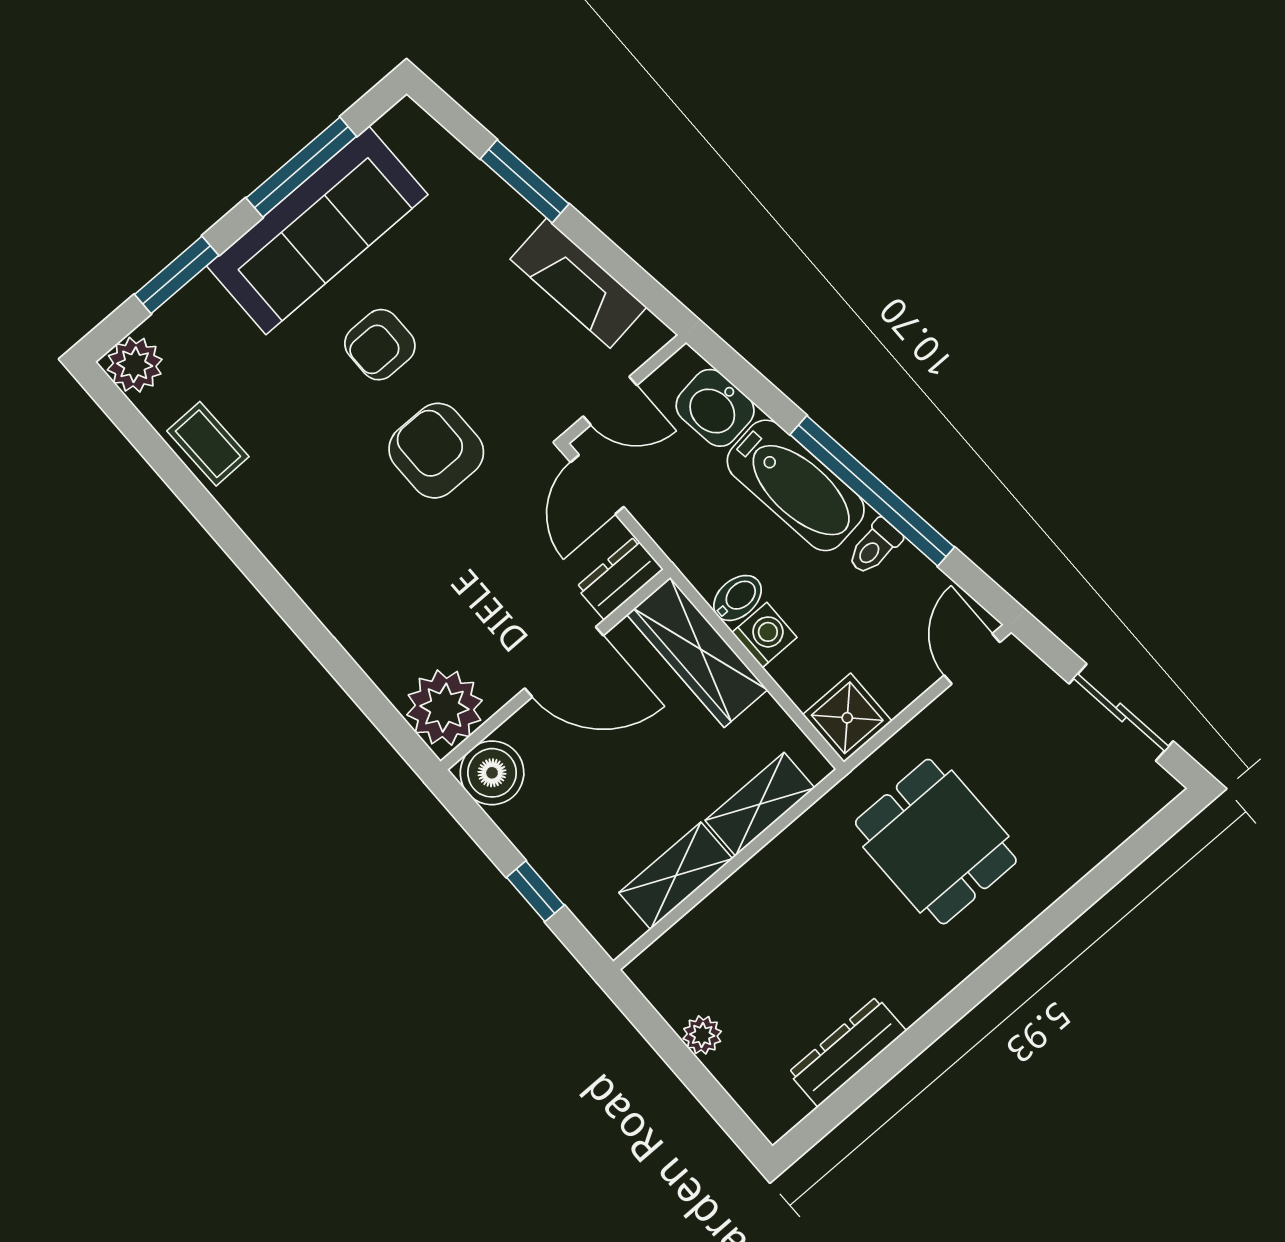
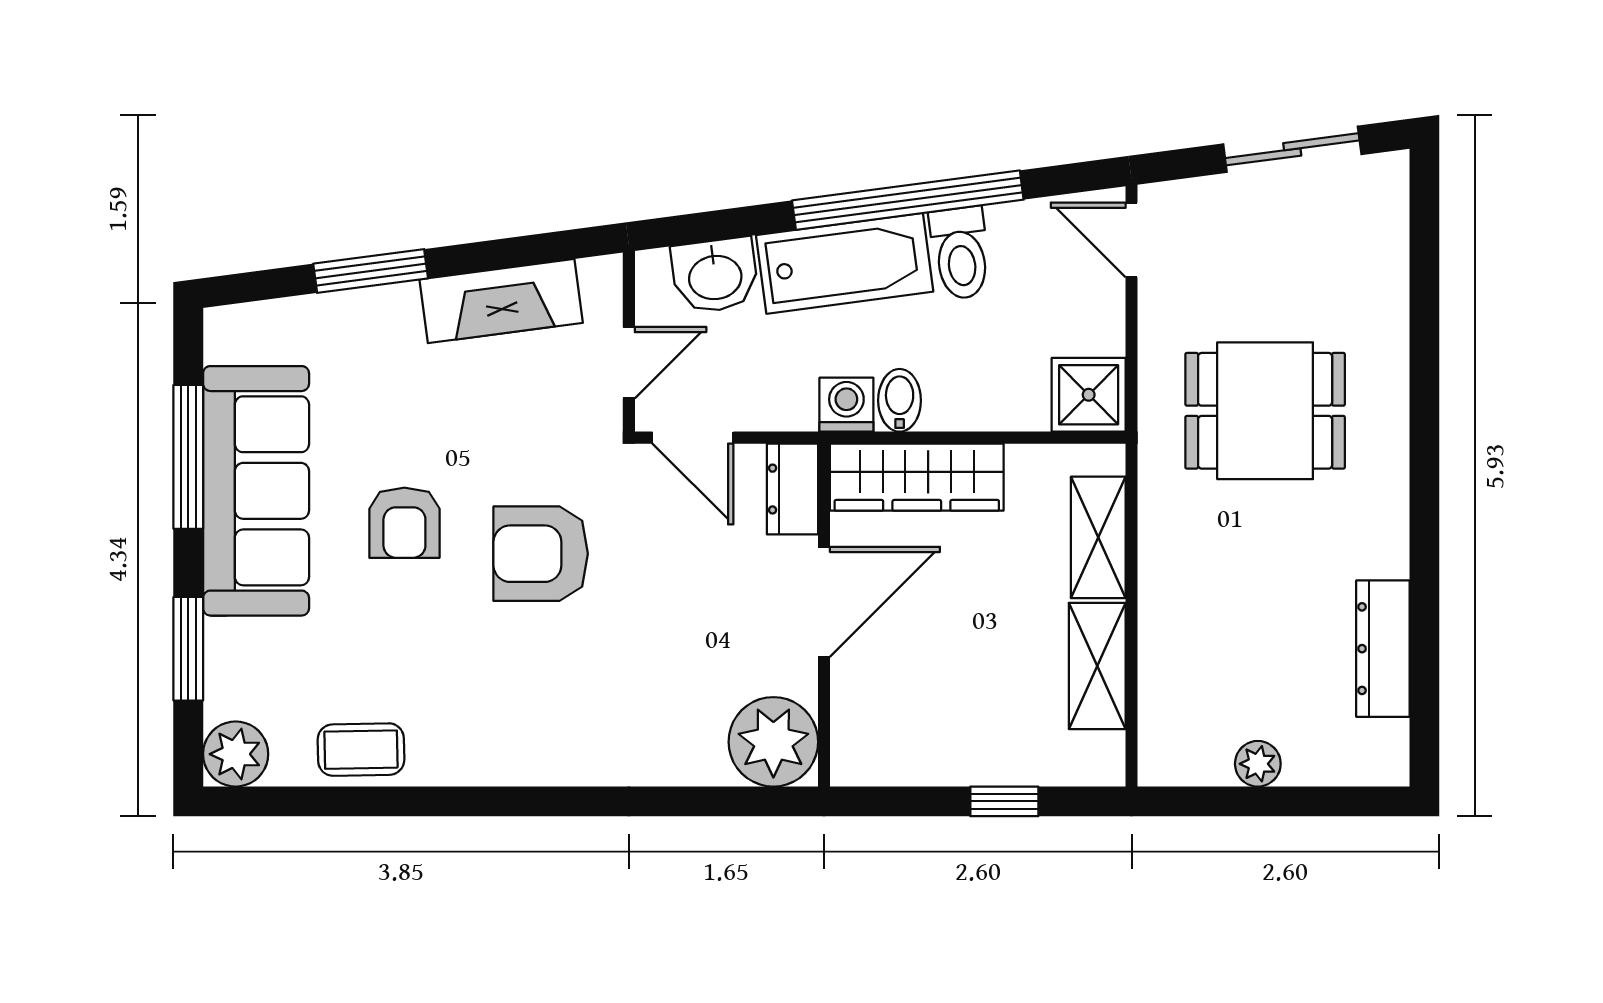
toilet: (874, 547) -> (960, 253), width x1.37, depth x1.39
washing machine: (764, 635) -> (846, 405), moved
boiler: (492, 773) -> (867, 750), removed

